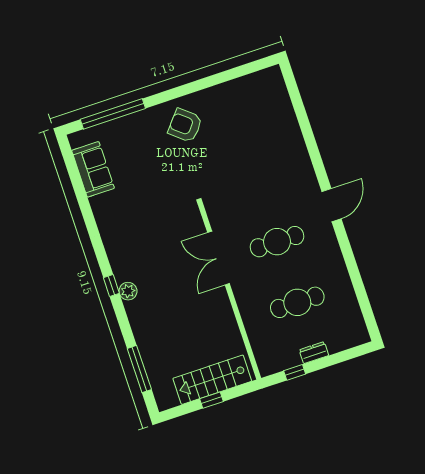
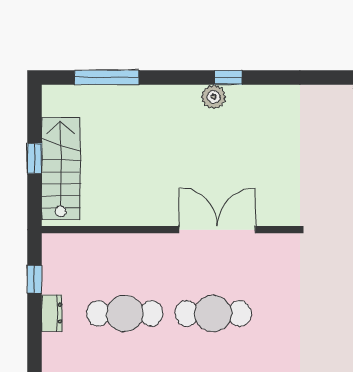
cafe table: (277, 242) -> (213, 313), turned 90
cafe table: (297, 302) -> (125, 313), turned 90

